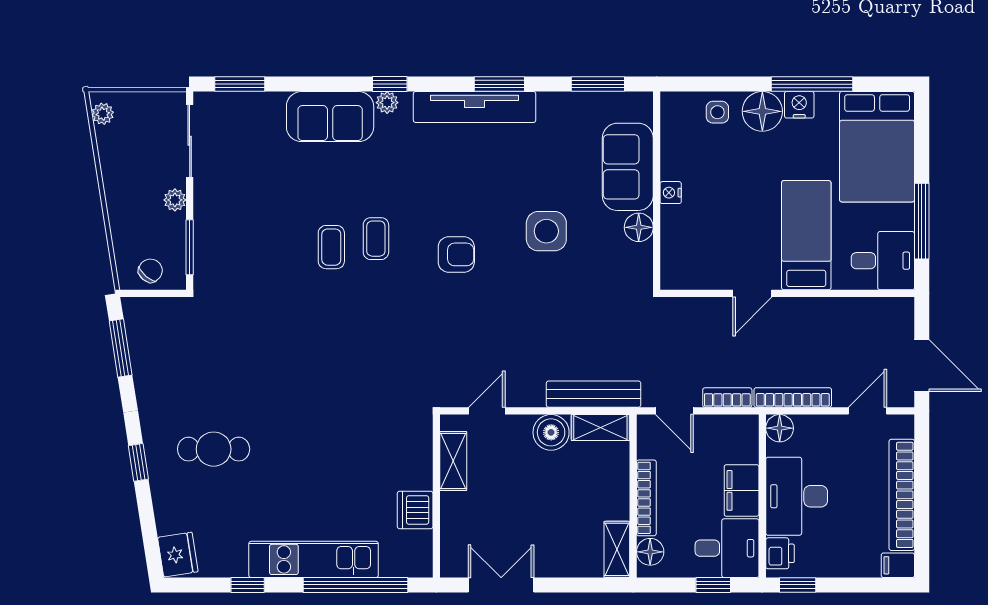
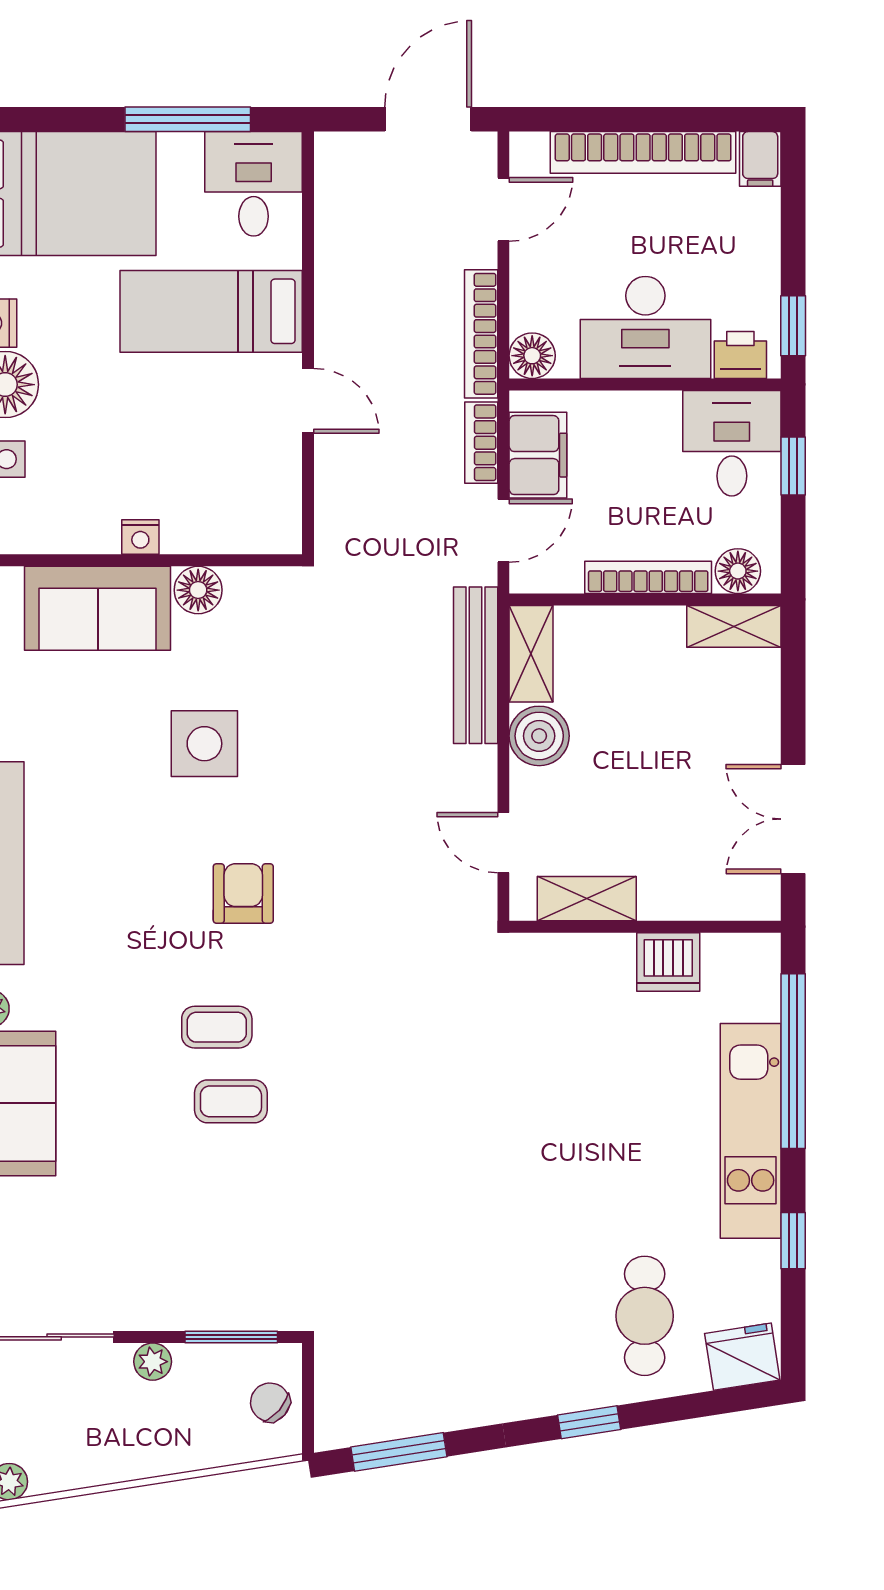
door: (868, 411) -> (503, 209), swing flipped
cafe table: (214, 449) -> (645, 1316), moved
filing cabinet: (742, 490) -> (538, 455), moved, turned -90

